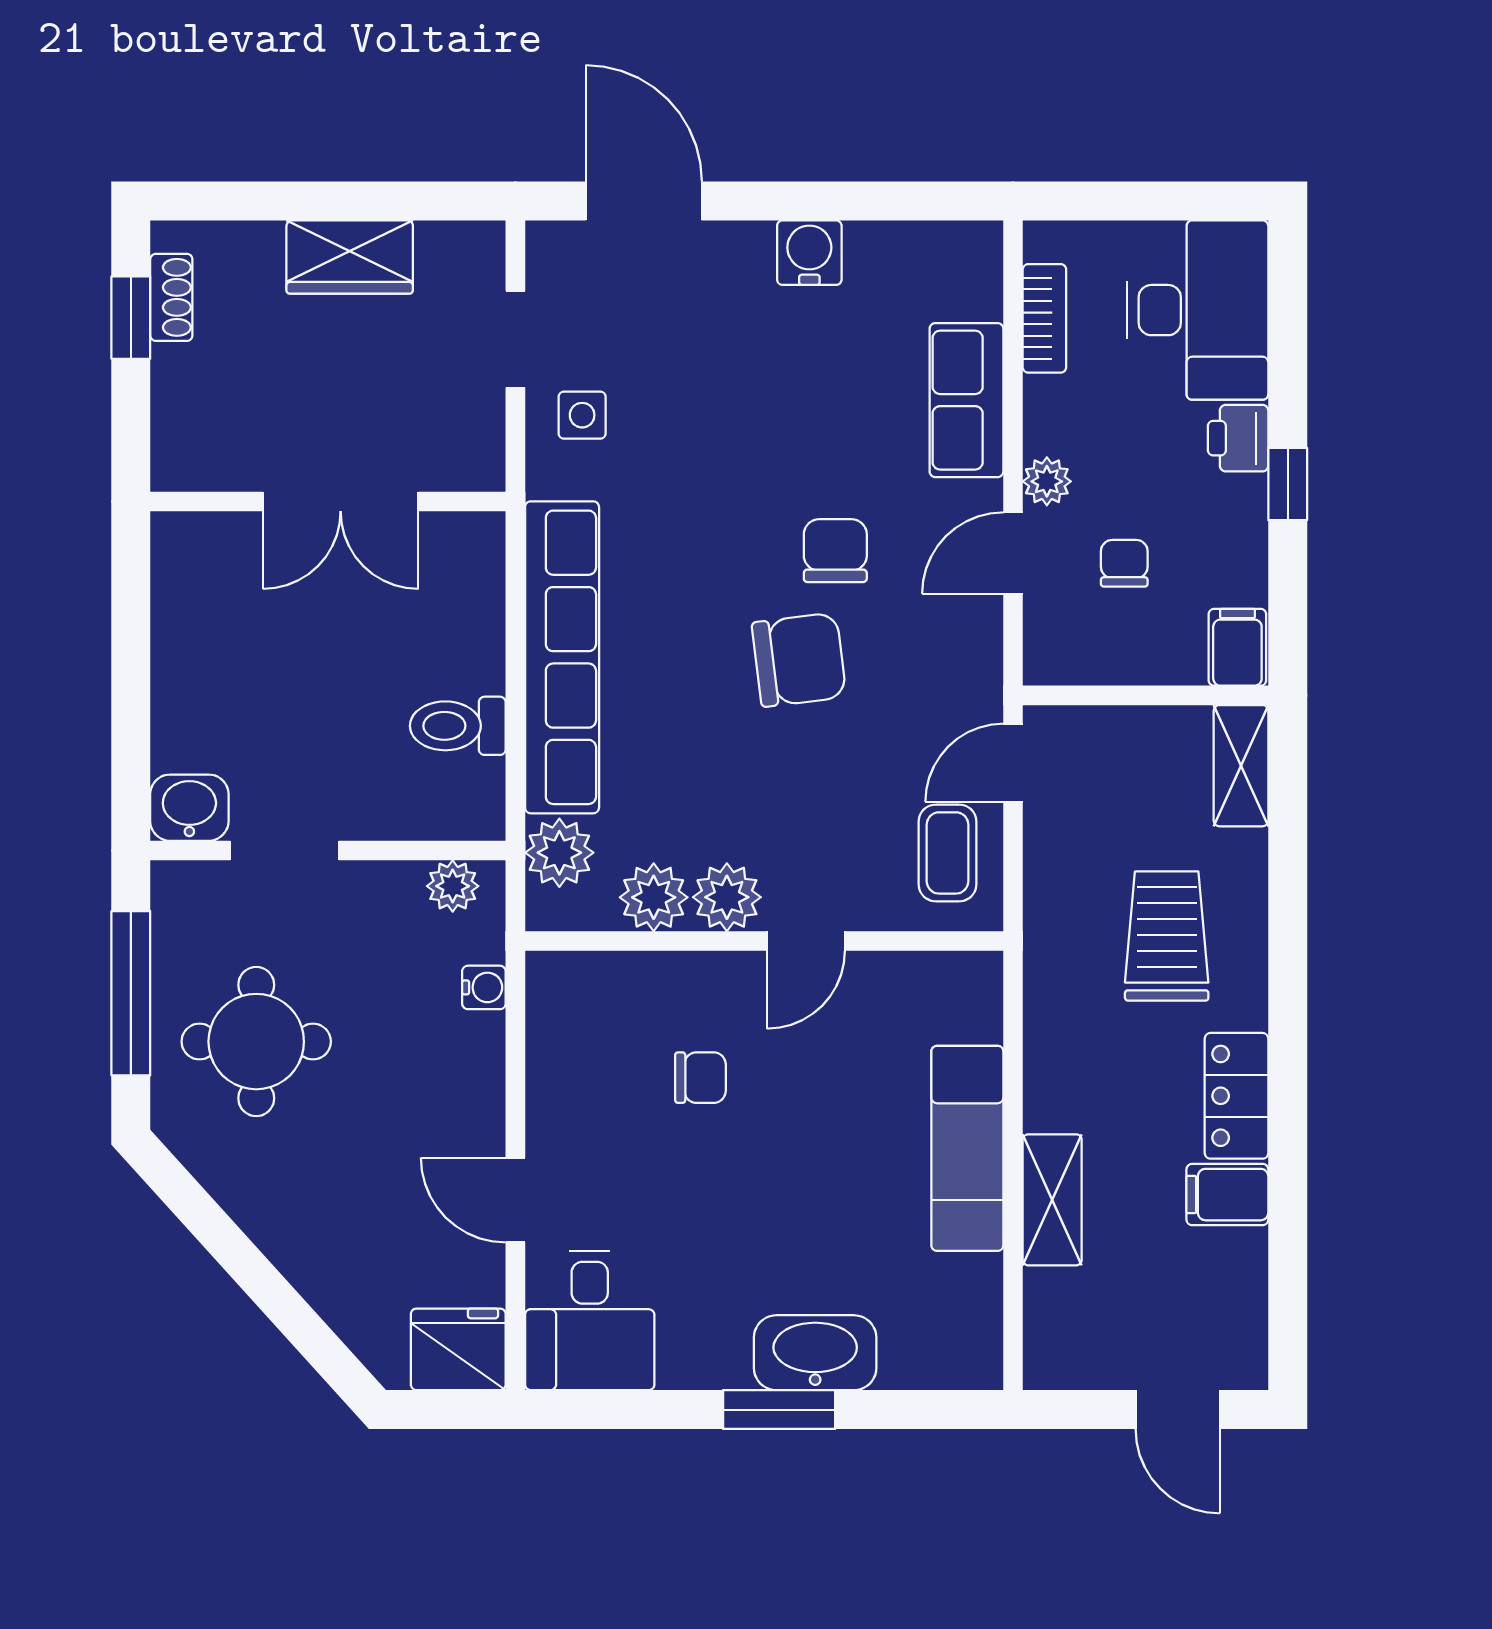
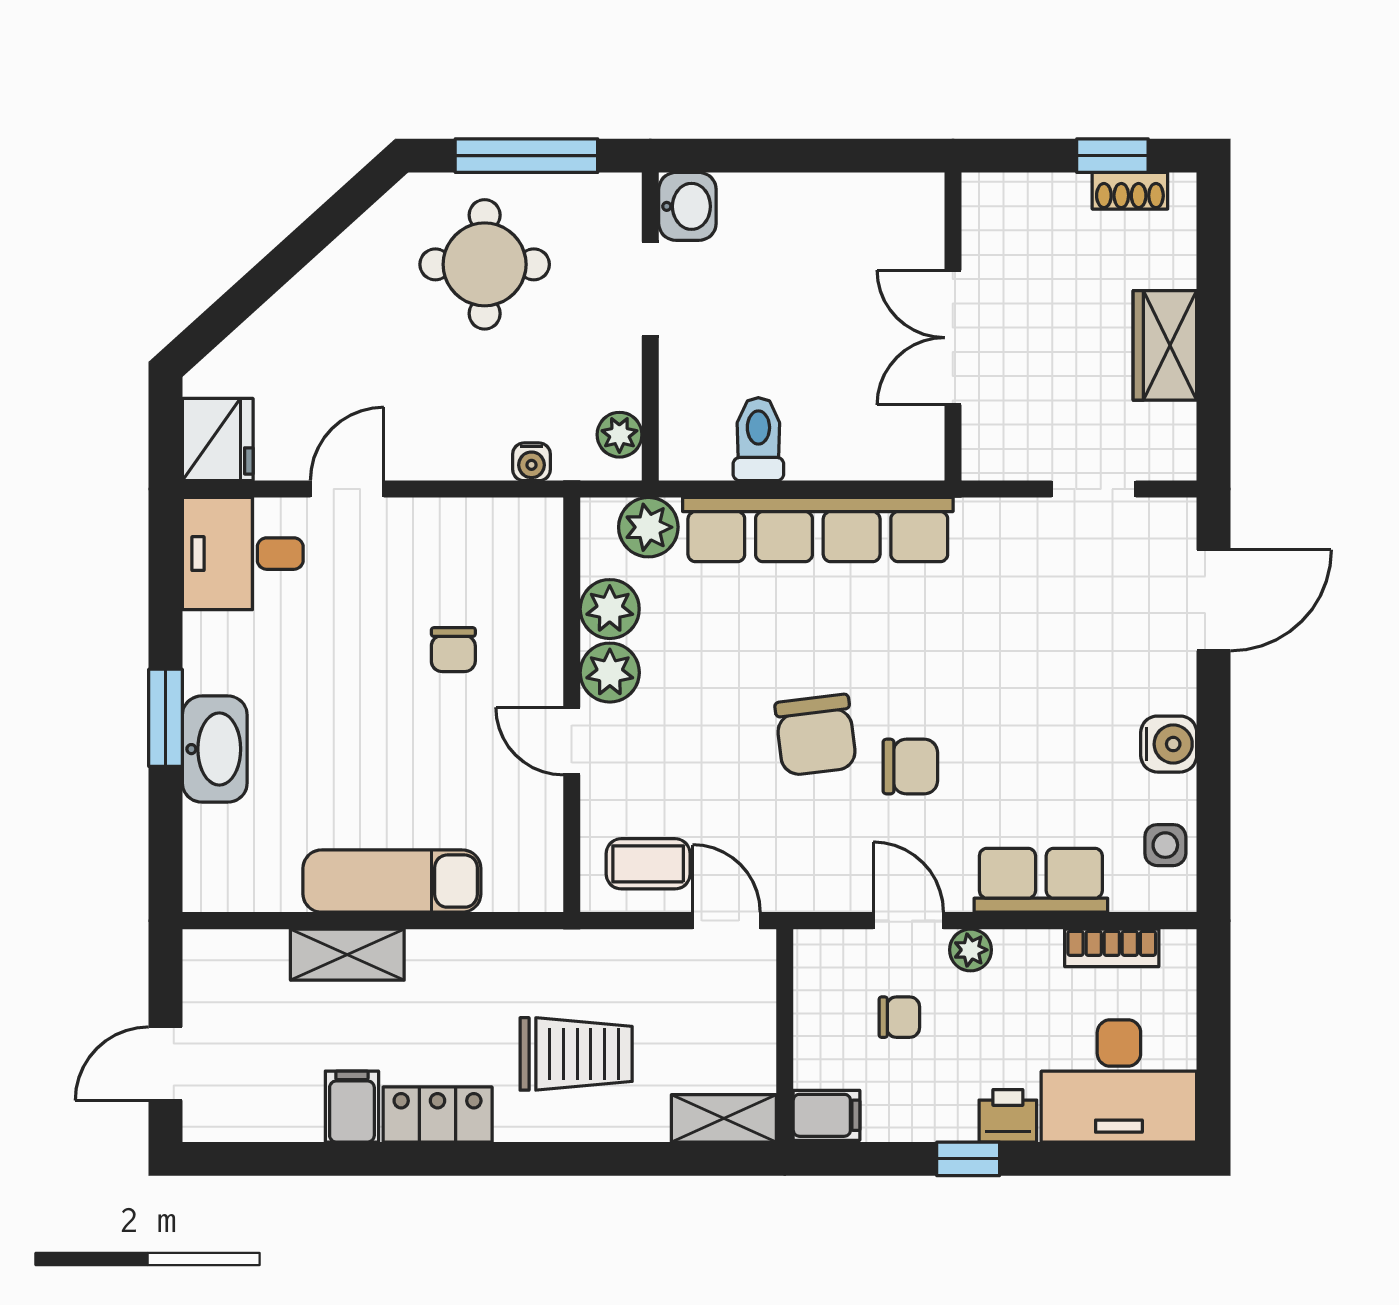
side table: (582, 415) -> (1165, 845), moved

